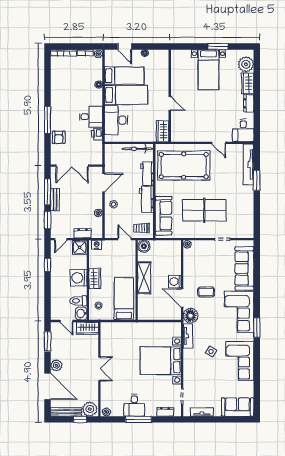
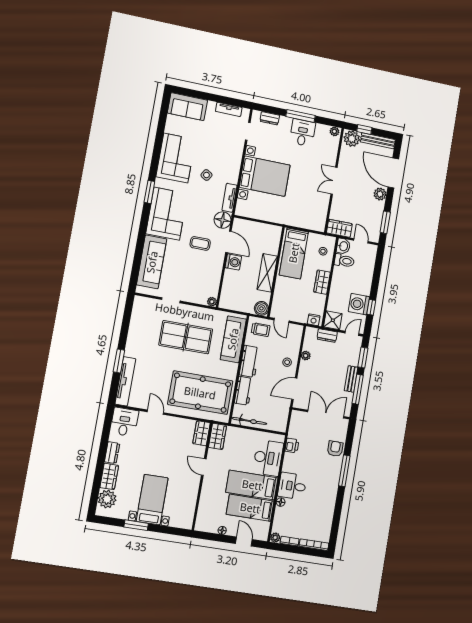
desk: (91, 117) -> (292, 486), moved
wardrobe: (177, 132) -> (202, 433), added
washing machine: (79, 278) -> (359, 304), moved, turned 180

